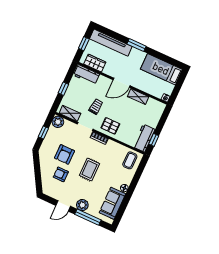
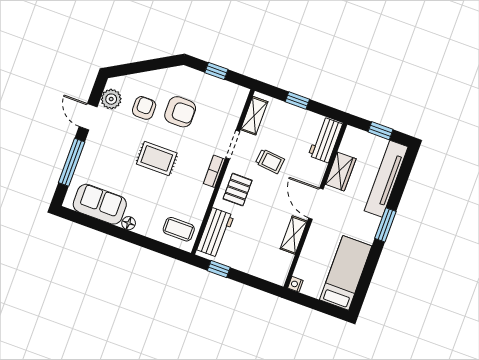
wardrobe: (95, 63) -> (341, 172), moved
plant: (58, 122) -> (237, 95), removed
workbench: (144, 138) -> (216, 233), moved, turned 90
armchair: (64, 154) -> (180, 112), turned 180
plant: (82, 205) -> (111, 99), moved

